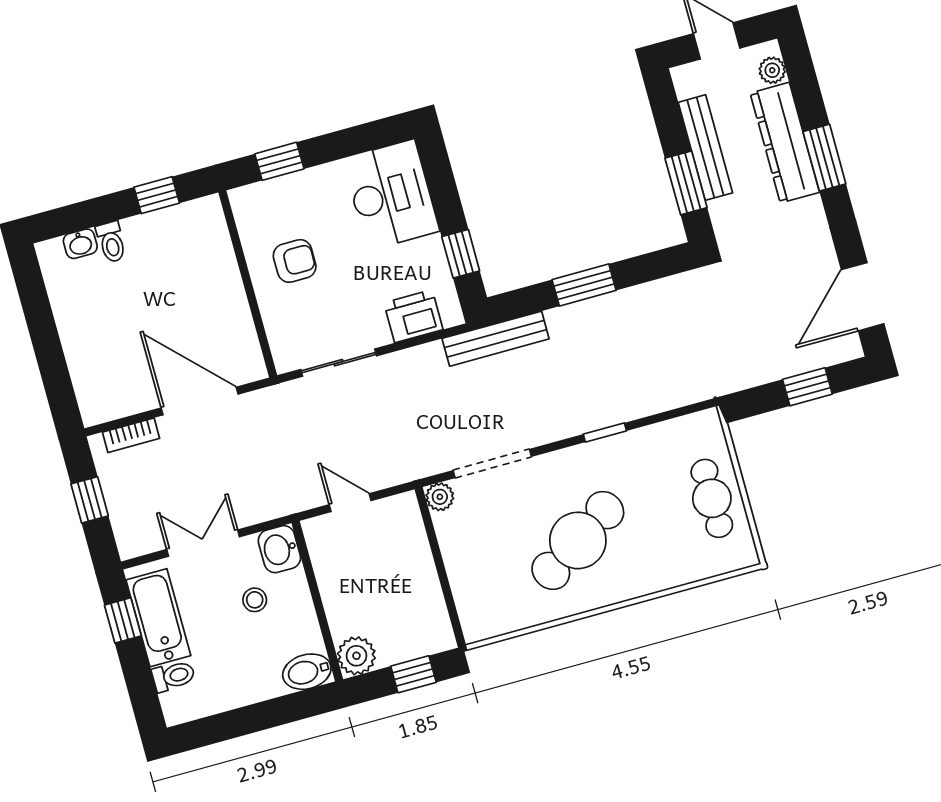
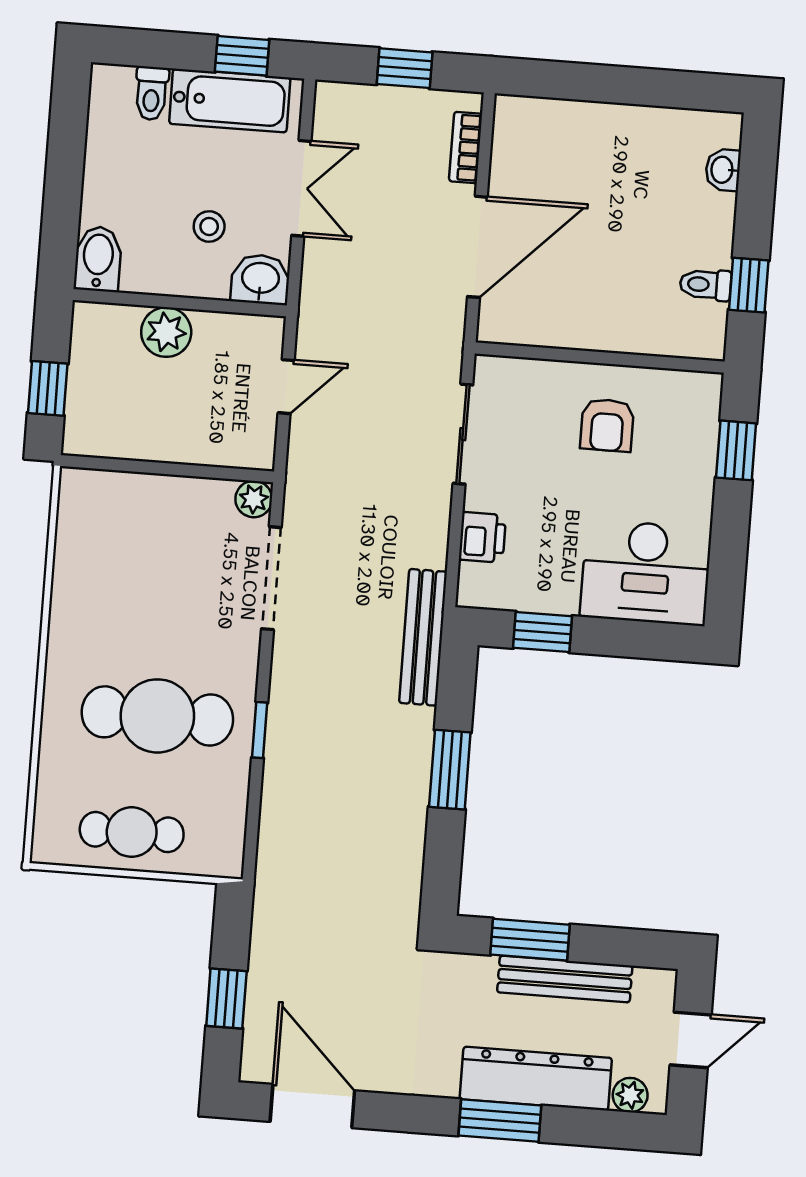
toilet: (111, 242) -> (705, 285), moved
printer: (413, 316) -> (482, 537), width x0.73, depth x0.81
cafe table: (578, 540) -> (157, 716), moved, turned -57
plant: (356, 656) -> (166, 332), moved

